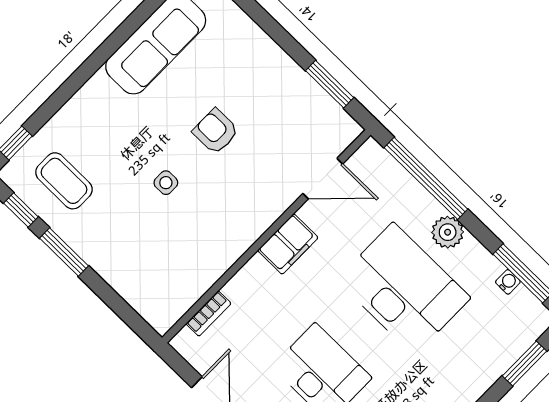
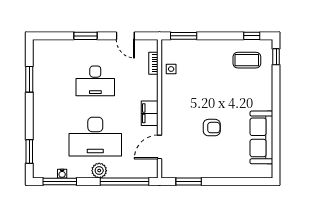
side table: (166, 183) -> (171, 69), moved
window: (64, 252) -> (184, 36), moved

